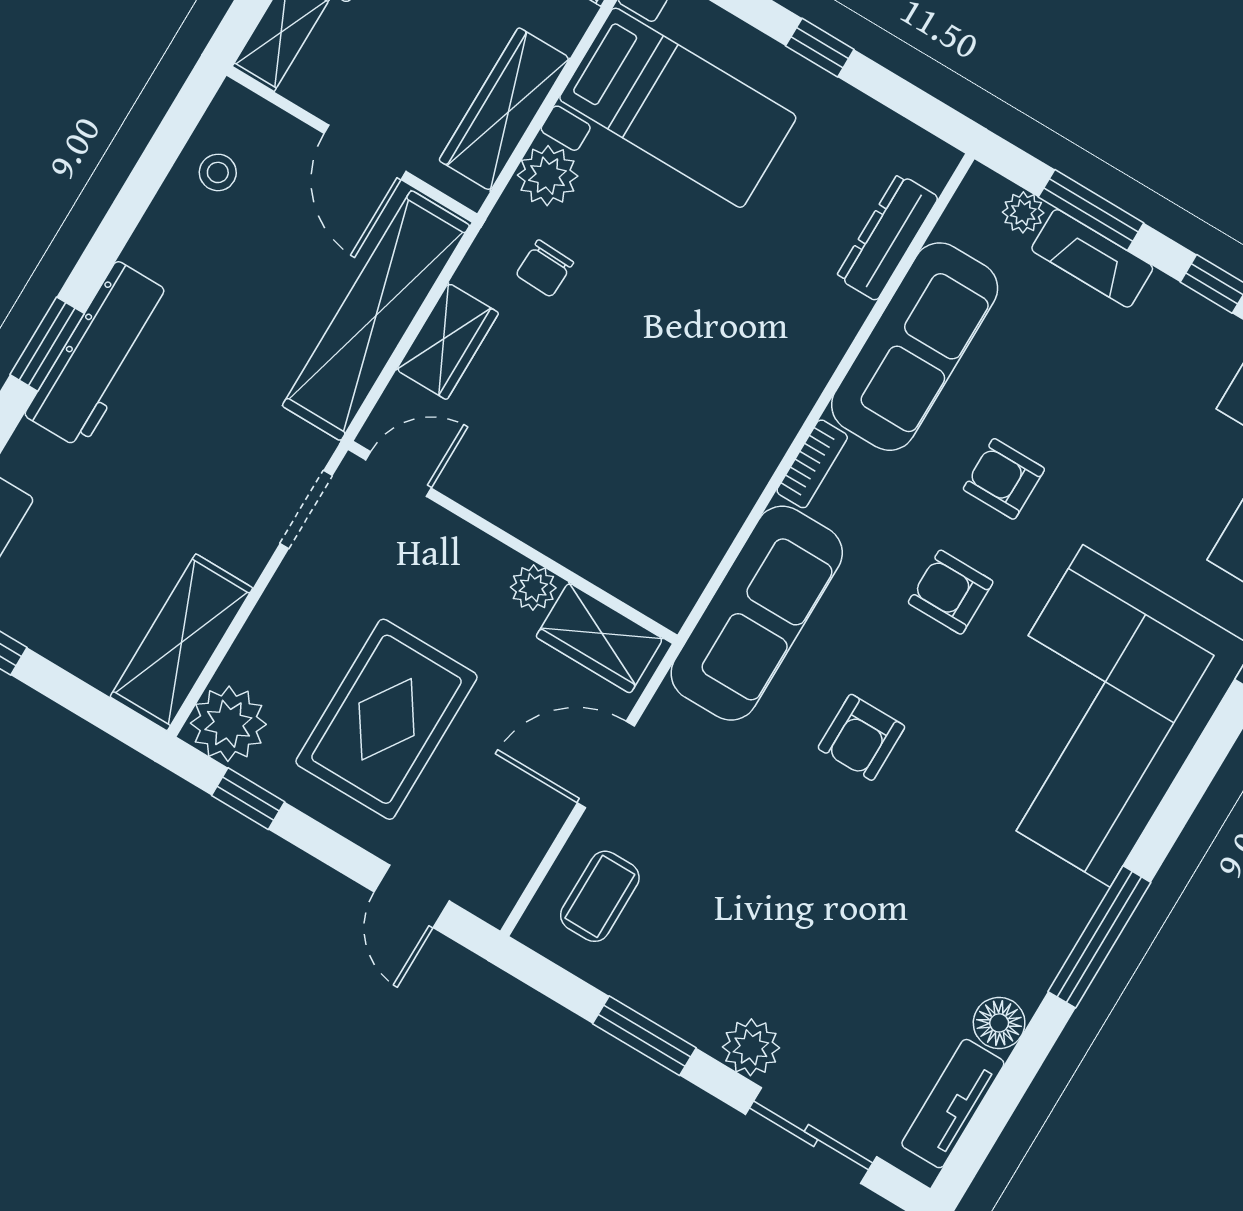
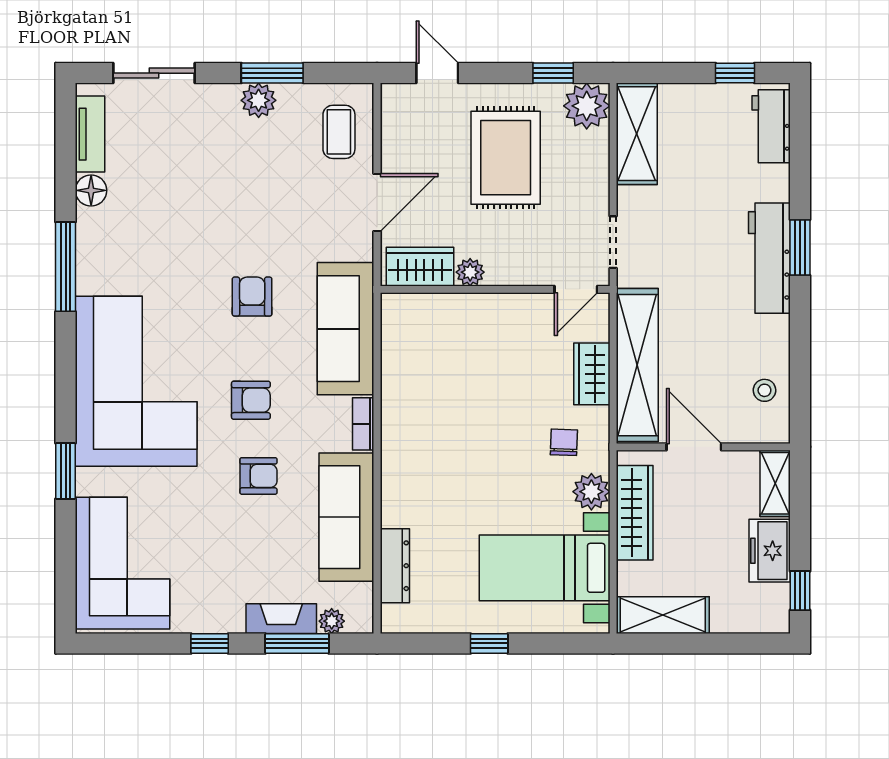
plant: (751, 1047) -> (259, 100), moved

